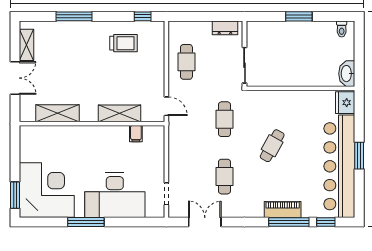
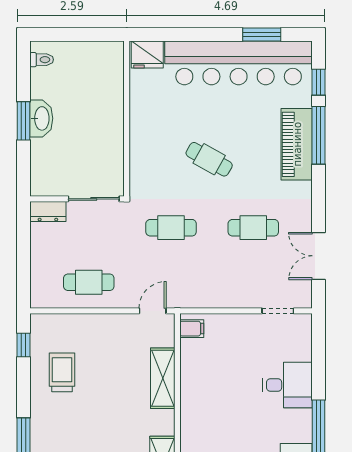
dresser: (225, 28) -> (48, 212), moved, turned 90
washbasin: (347, 74) -> (41, 118), moved, turned -90
filing cabinet: (136, 134) -> (192, 329), moved
window: (359, 156) -> (262, 35), moved
desk: (115, 195) -> (287, 385), width x0.53, depth x0.77
piano: (283, 209) -> (297, 144), width x1.37, depth x1.33

